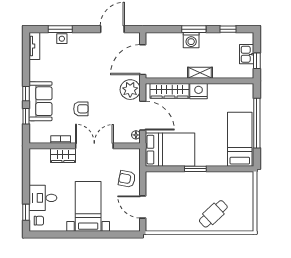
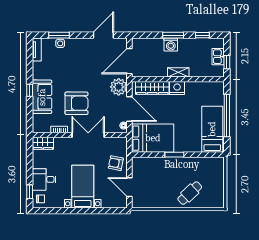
armchair: (81, 109) -> (76, 103), width x1.88, depth x1.88
window: (26, 116) -> (30, 110), removed
wardrobe: (63, 156) -> (43, 143), moved

